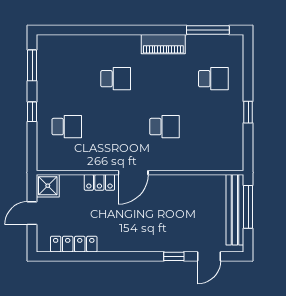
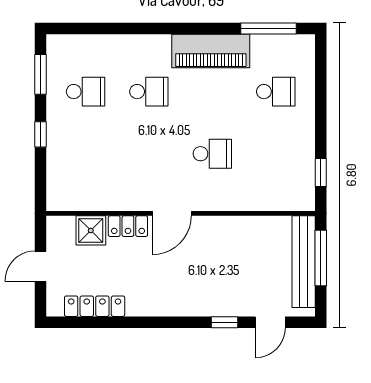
piano: (163, 44) -> (211, 51), width x1.37, depth x1.33
window: (248, 112) -> (321, 173), moved
school desk: (67, 127) -> (86, 92), moved
shower: (48, 186) -> (91, 230), moved

